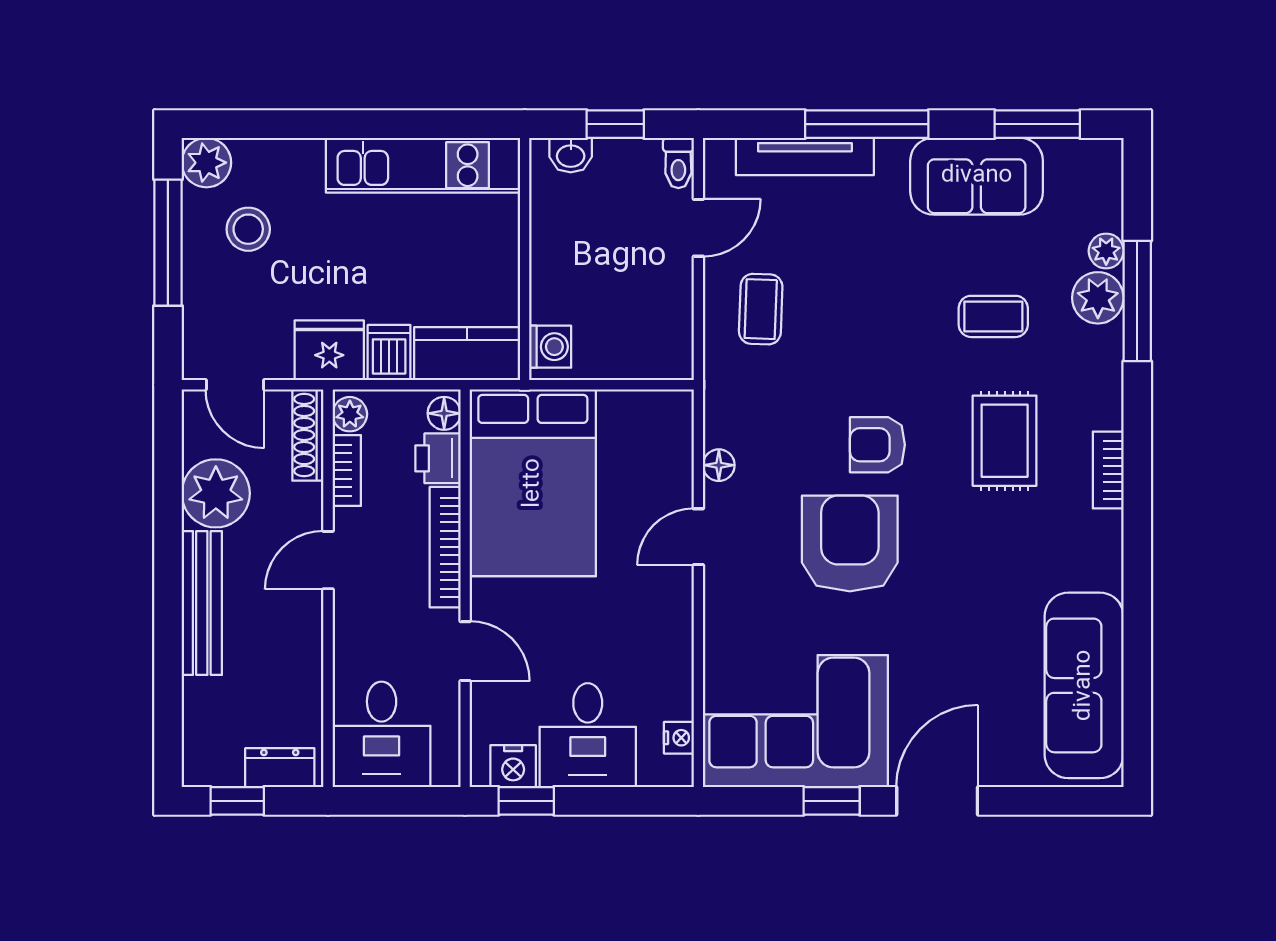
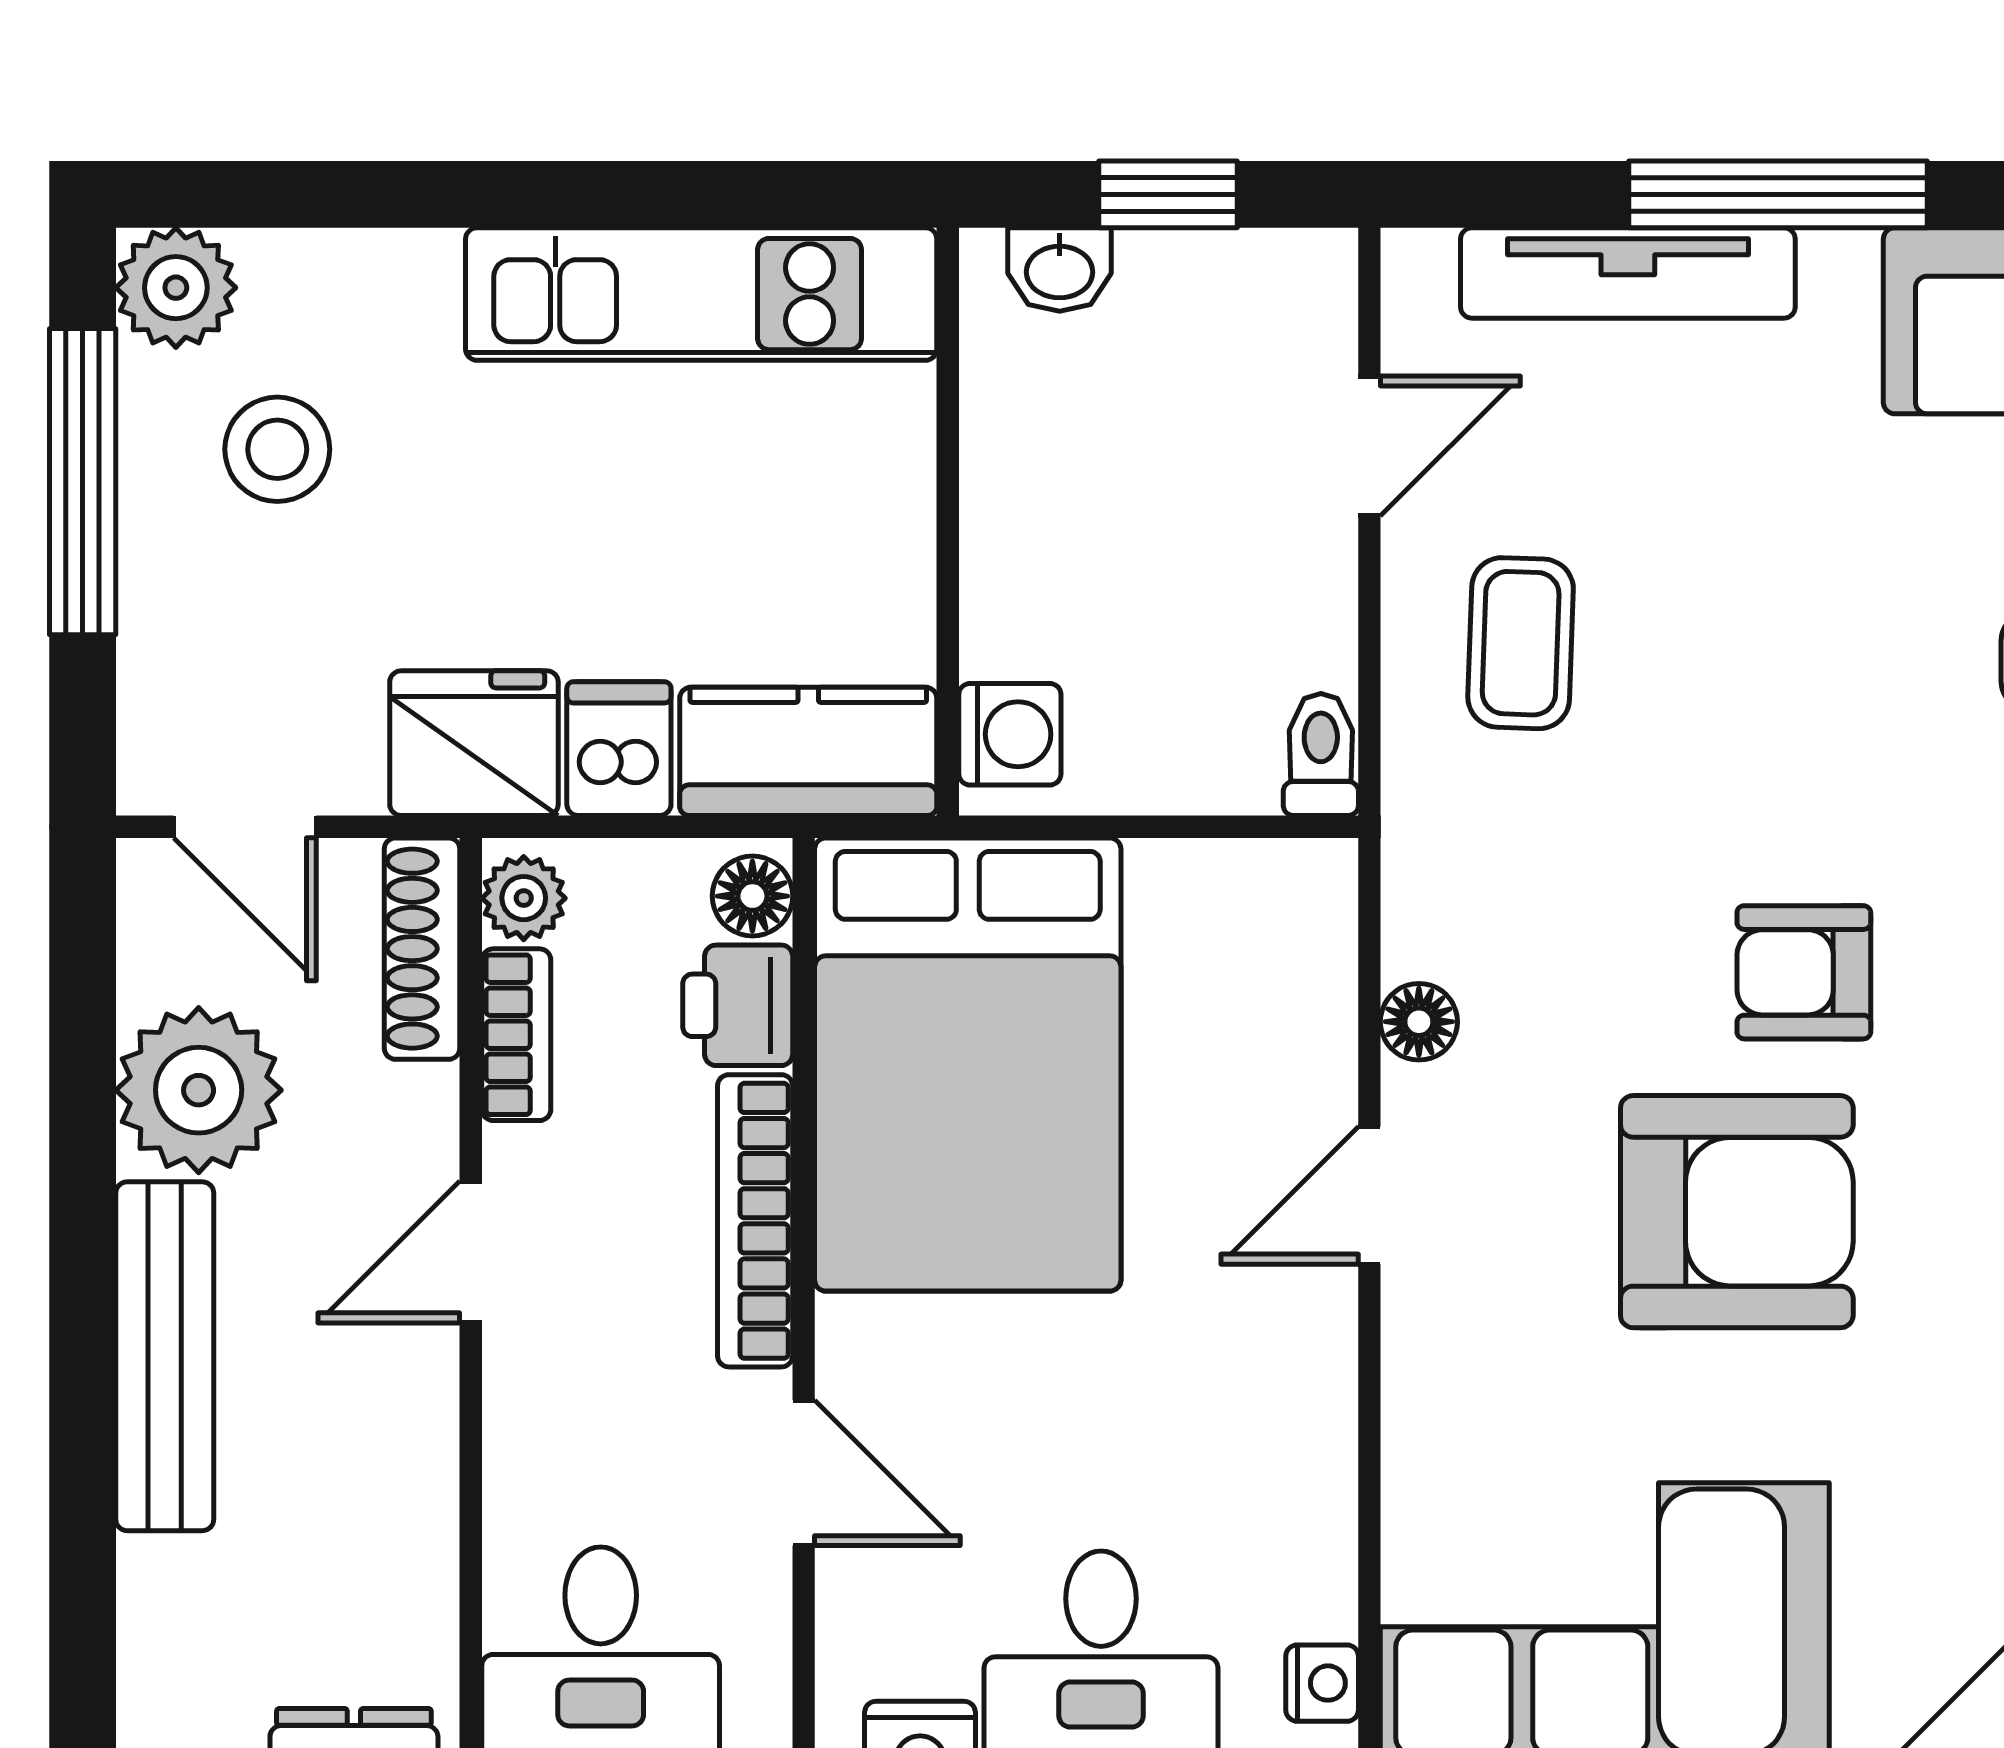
toilet: (678, 163) -> (1321, 755), moved, turned 180
armchair: (850, 543) -> (1737, 1212), turned 90

